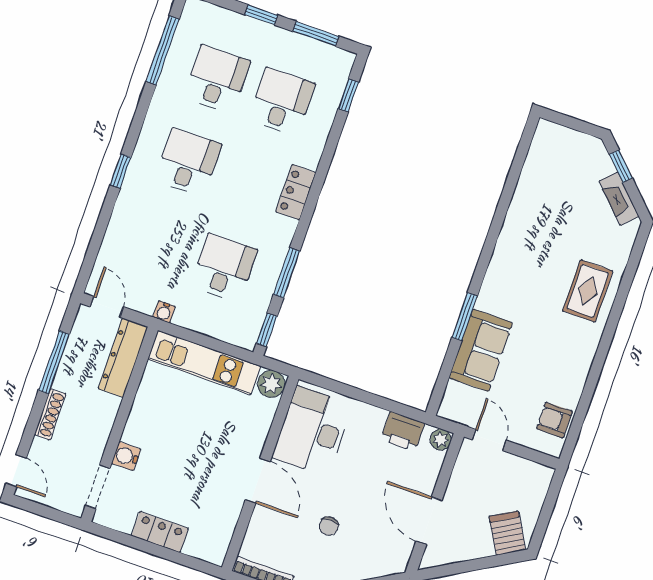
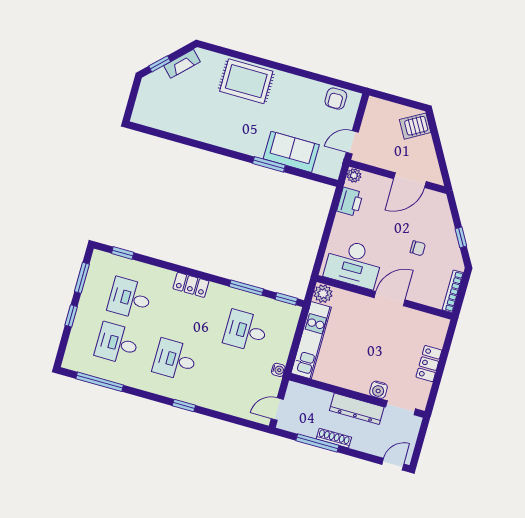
rug: (588, 291) -> (246, 81), width x1.36, depth x1.43
dresser: (123, 358) -> (357, 409), moved
shoe rack: (50, 414) -> (334, 438), moved

